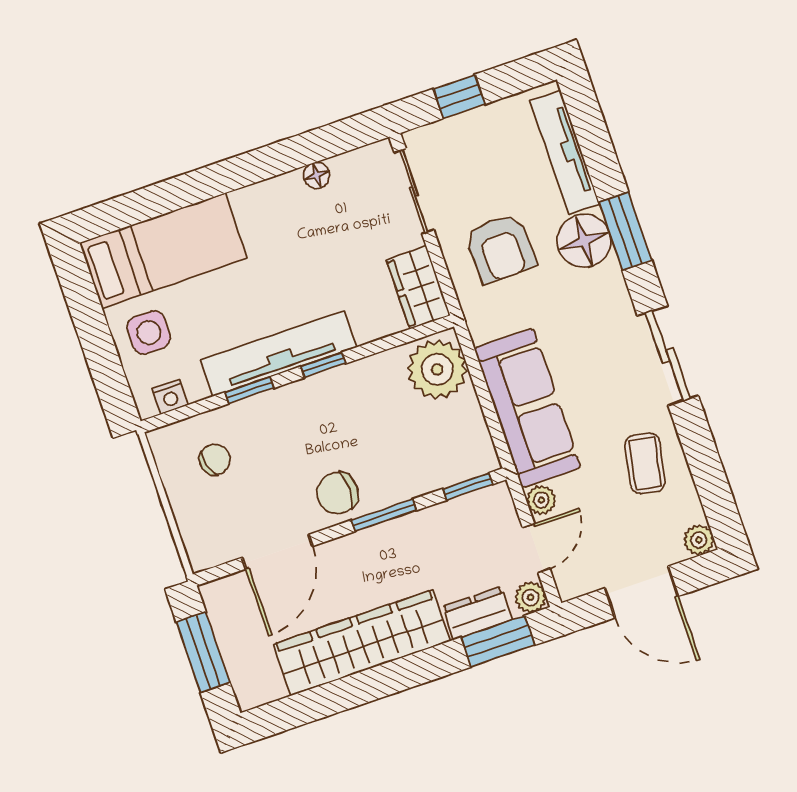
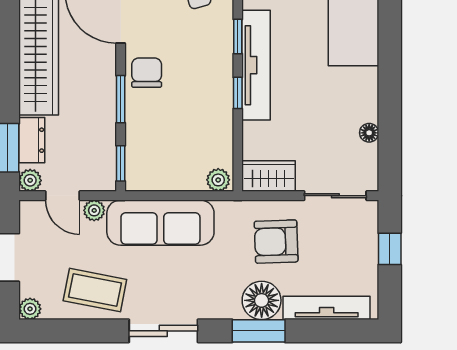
plant: (437, 369) -> (218, 180), width x0.53, depth x0.53
coffee table: (645, 463) -> (95, 290), width x1.36, depth x1.30

